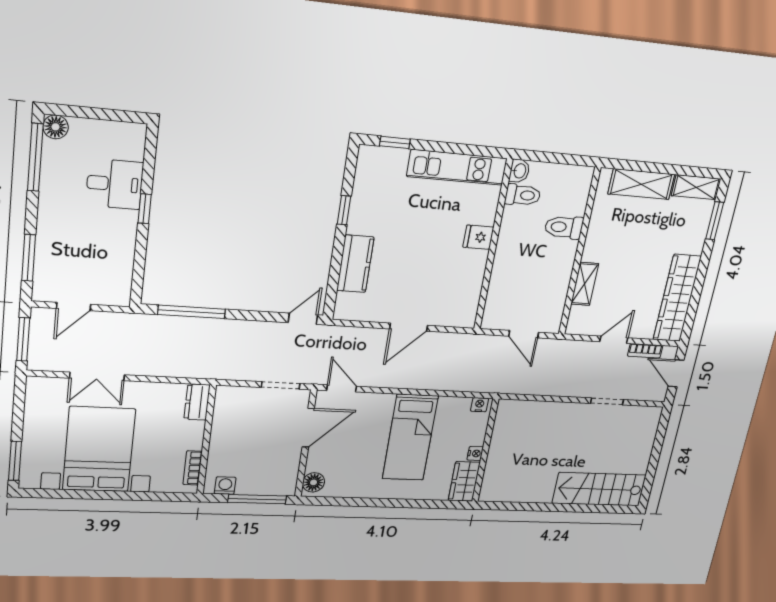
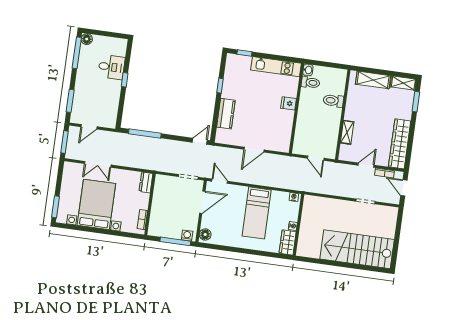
washing machine: (225, 486) -> (187, 235), moved
stairs: (599, 489) -> (357, 249), width x1.36, depth x1.51

